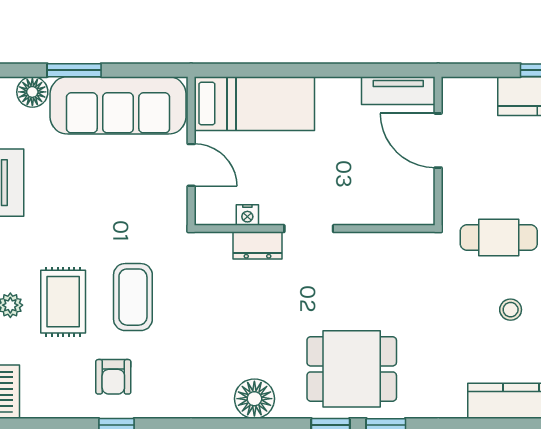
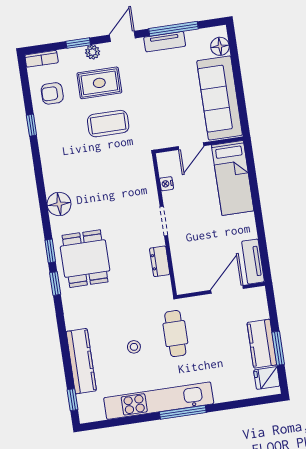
window: (74, 70) -> (236, 69), removed
dresser: (258, 245) -> (160, 261), moved
armchair: (113, 377) -> (52, 93), moved

